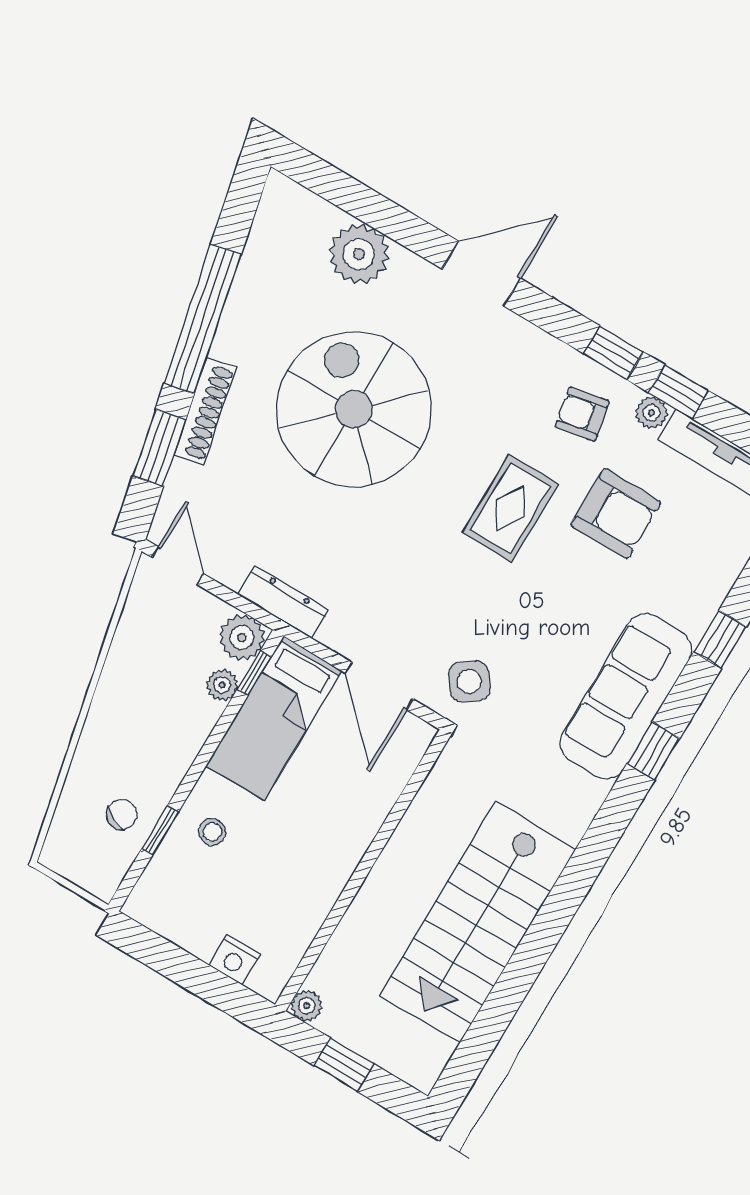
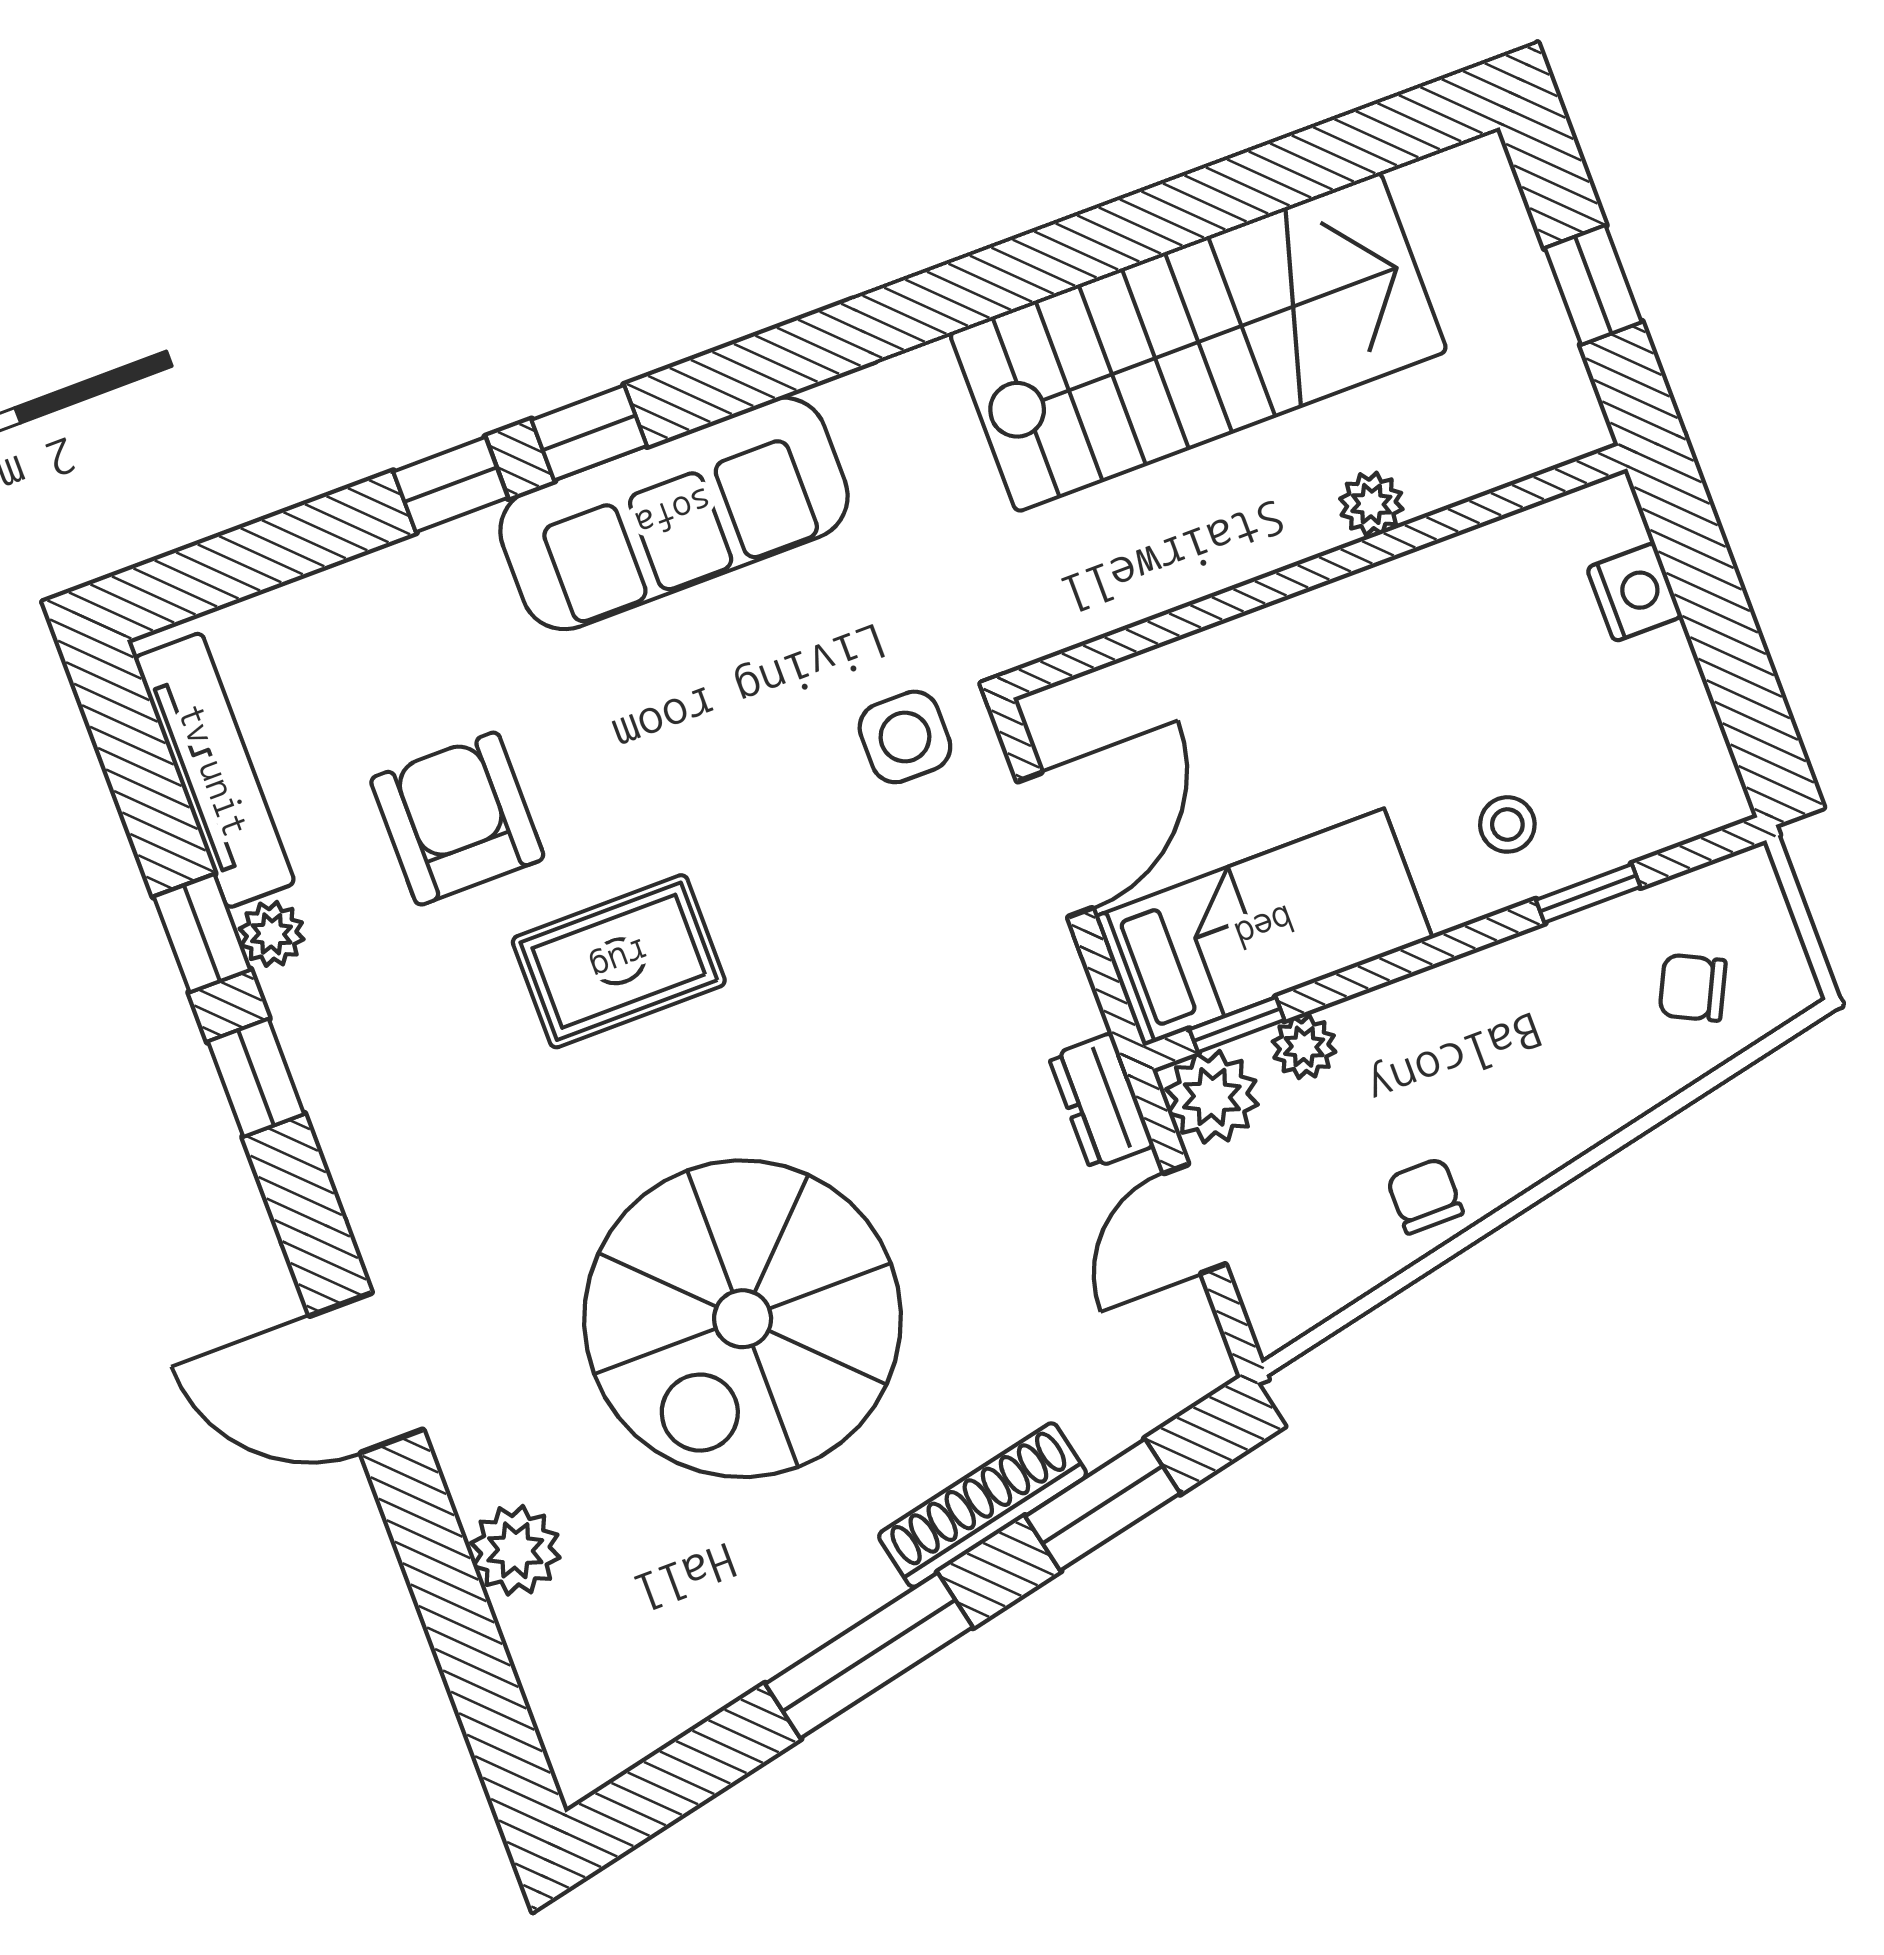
plant: (359, 254) -> (515, 1550), width x0.73, depth x0.73
window: (203, 319) -> (869, 1656), width x0.68
armchair: (582, 414) -> (384, 1020), removed
door: (178, 566) -> (1195, 1219), moved
dresser: (283, 602) -> (1101, 1101), width x0.70
chair: (130, 665) -> (1425, 1196), added
side table: (469, 681) -> (905, 737), turned 36
window: (654, 751) -> (589, 433), moved
chair: (122, 815) -> (1693, 988), moved
plant: (307, 1006) -> (1371, 504), moved

